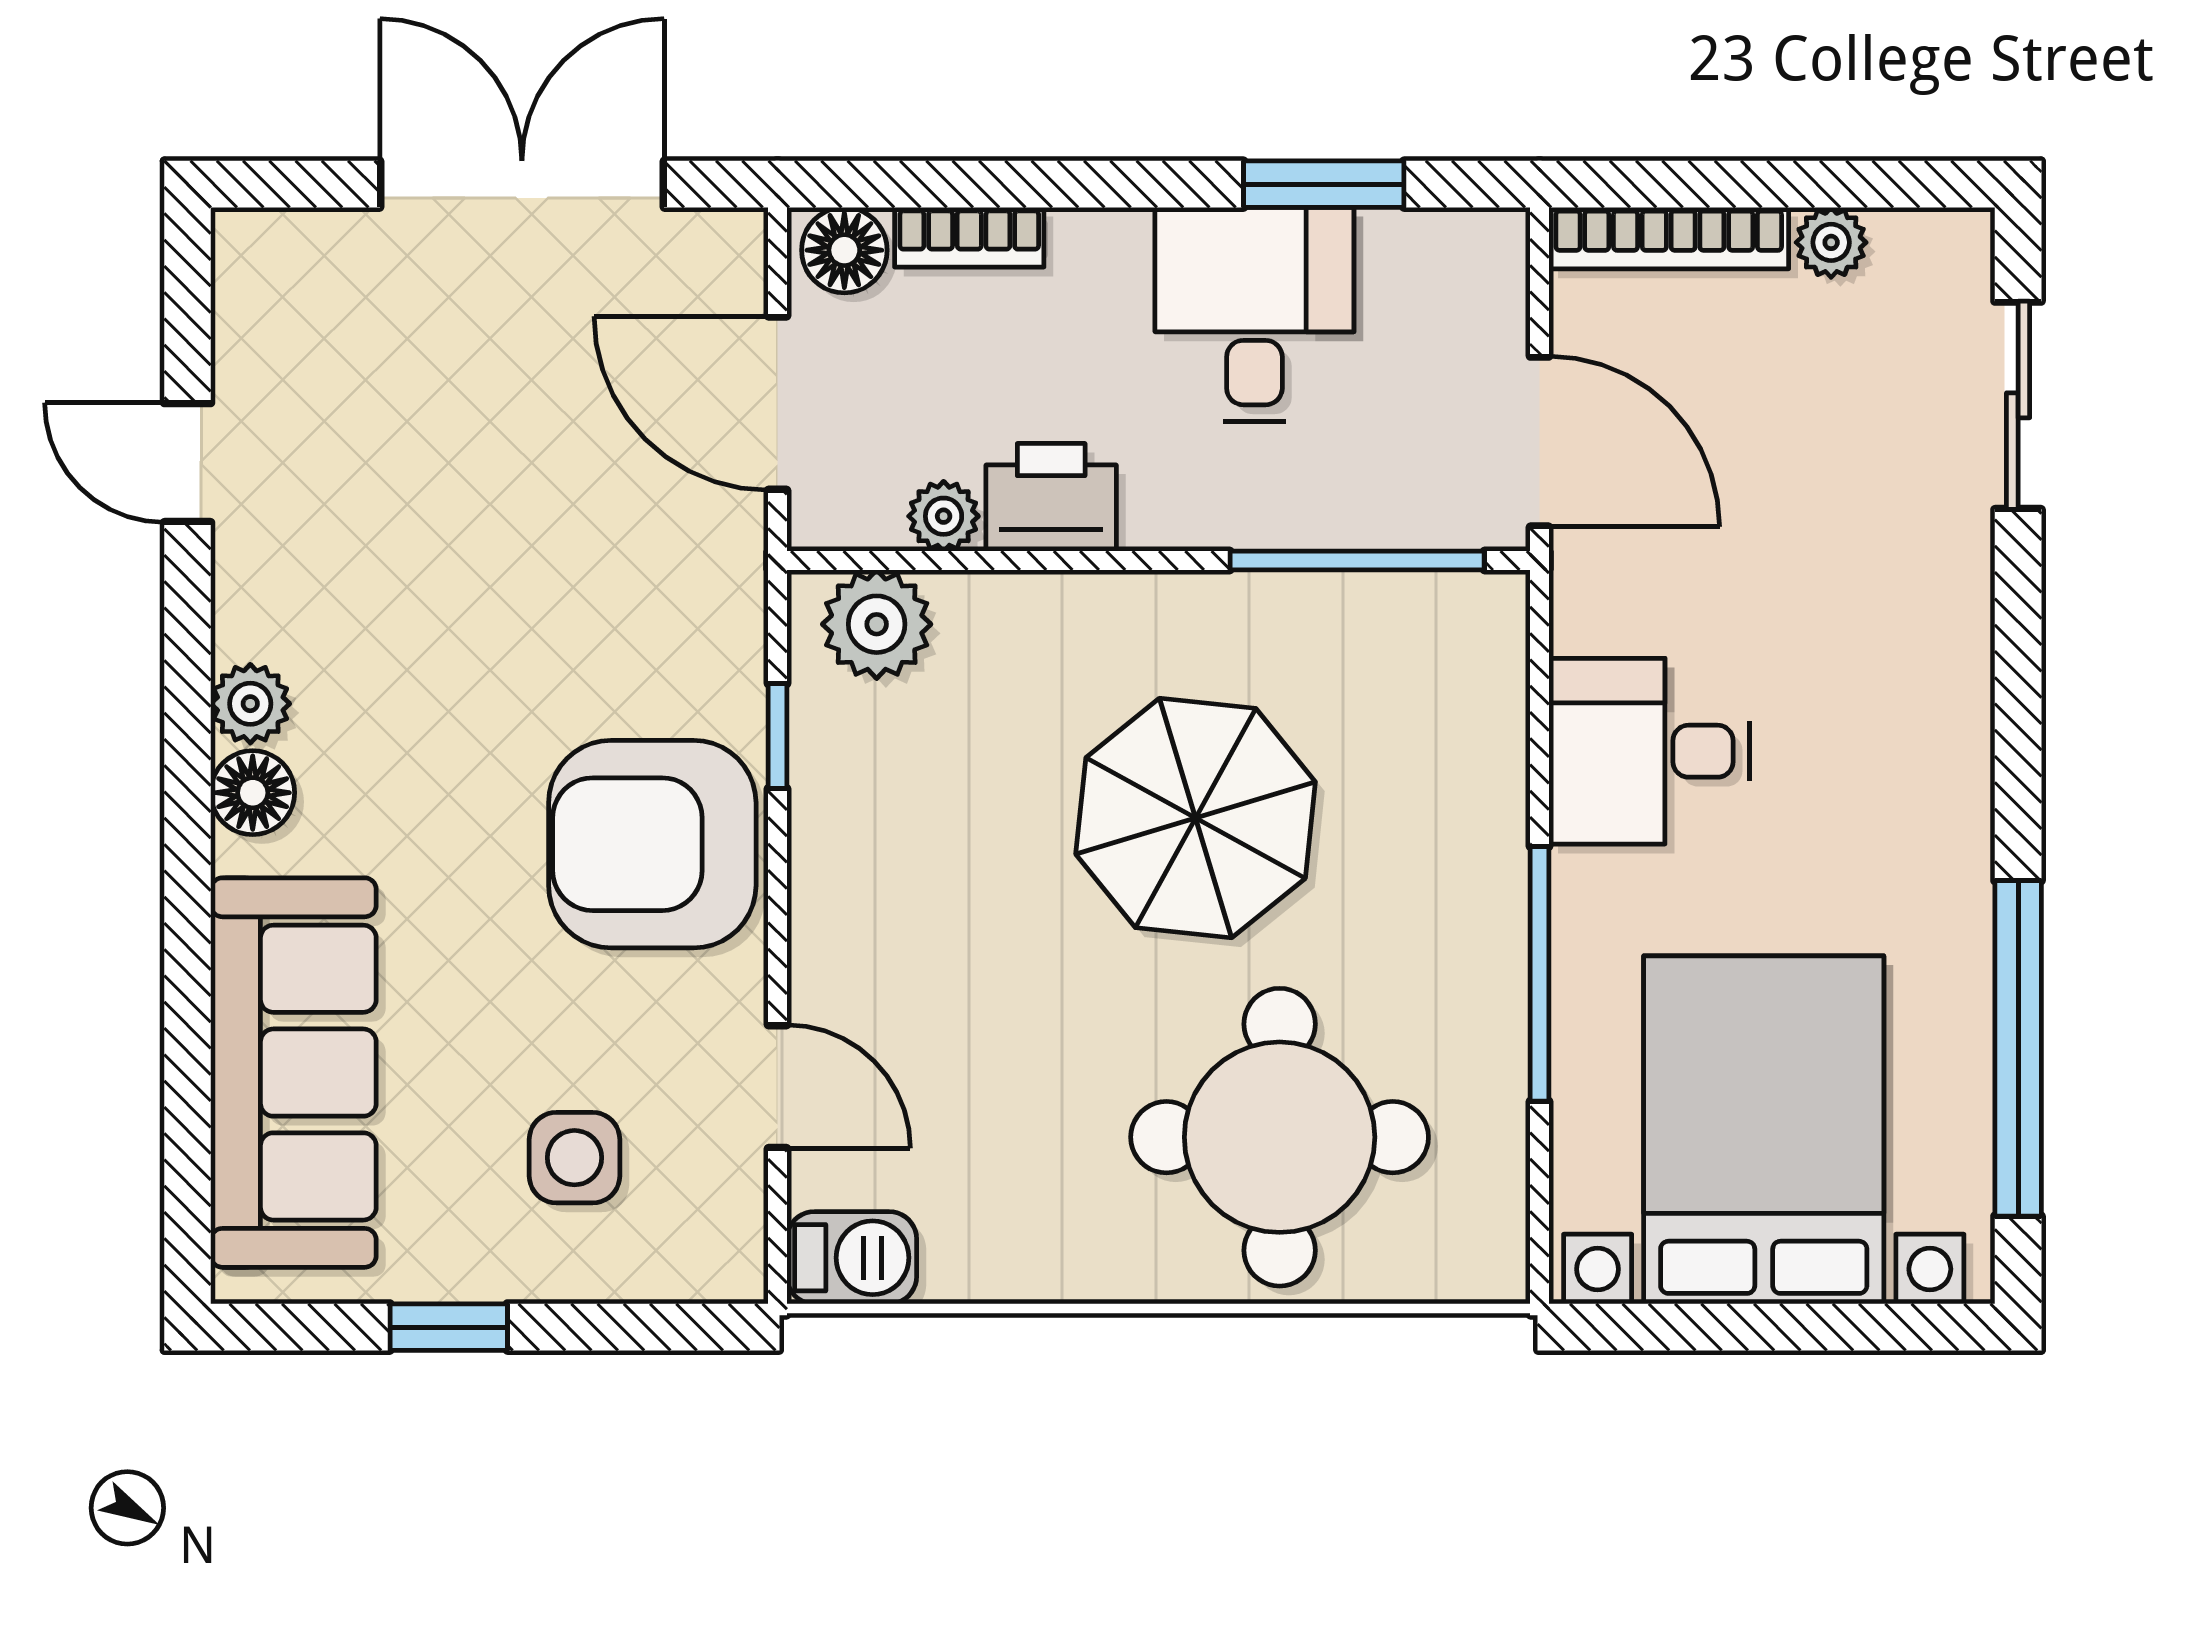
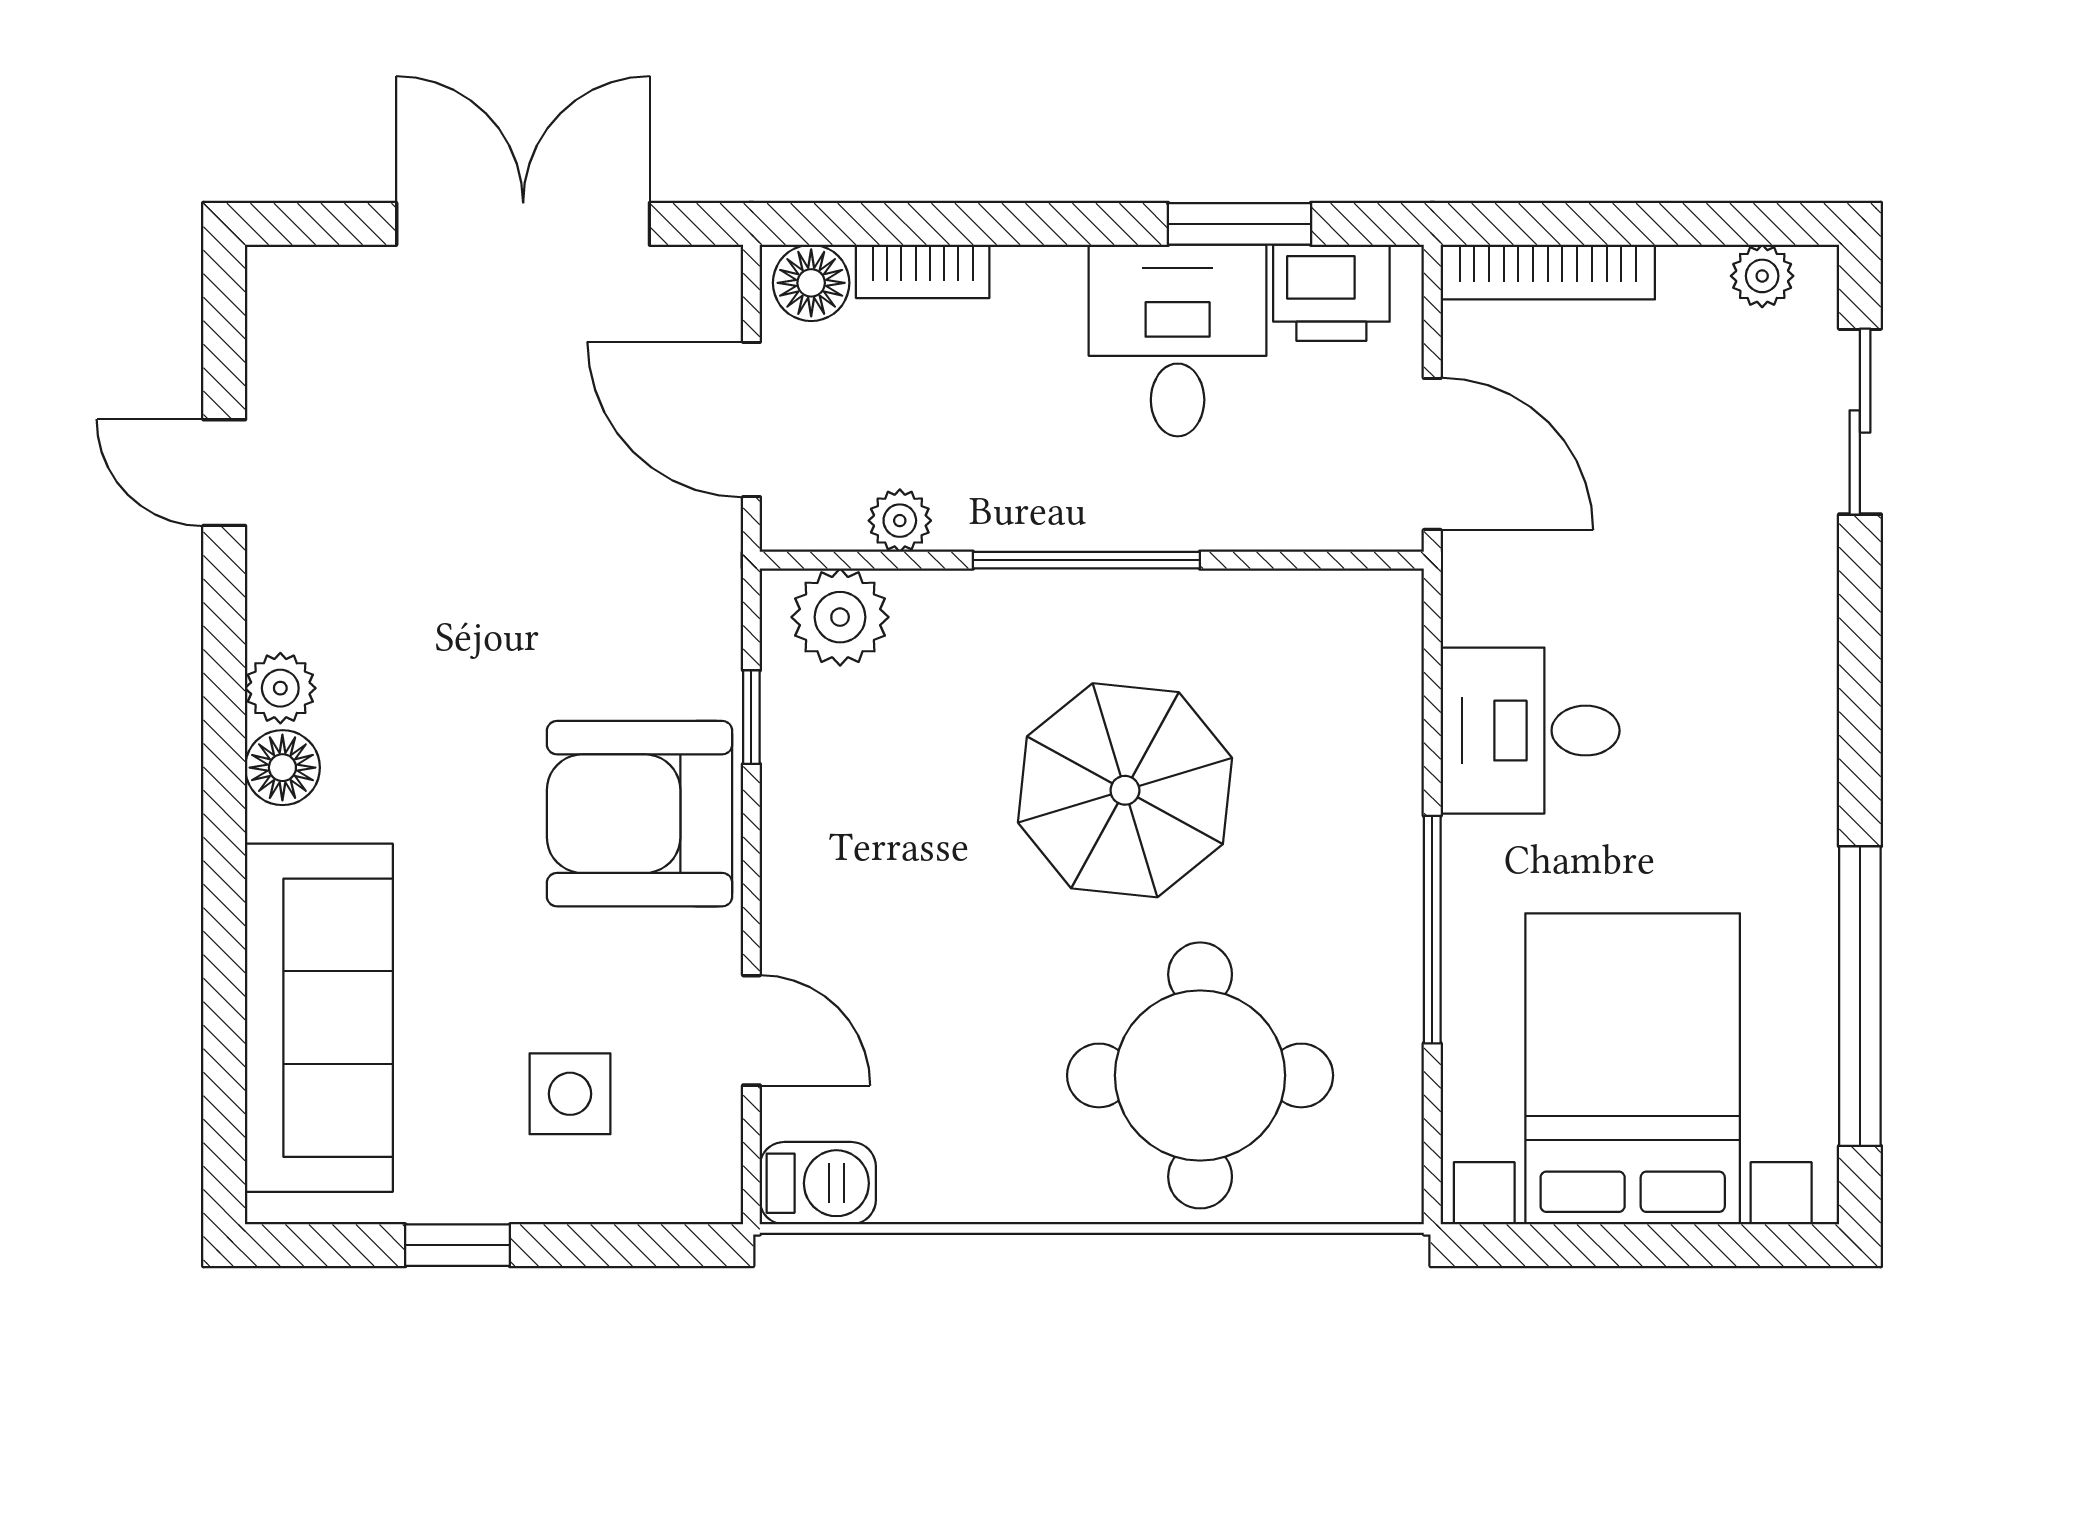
plant: (1831, 242) -> (1762, 276), moved
printer: (1051, 497) -> (1331, 293), moved, turned 180
window: (1357, 560) -> (1086, 560), moved

